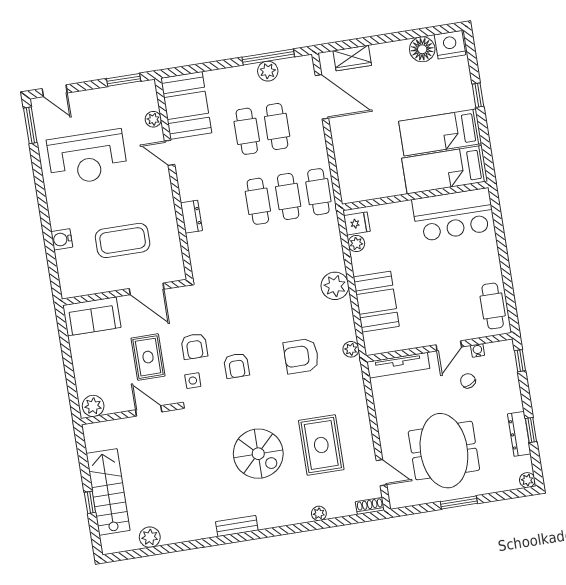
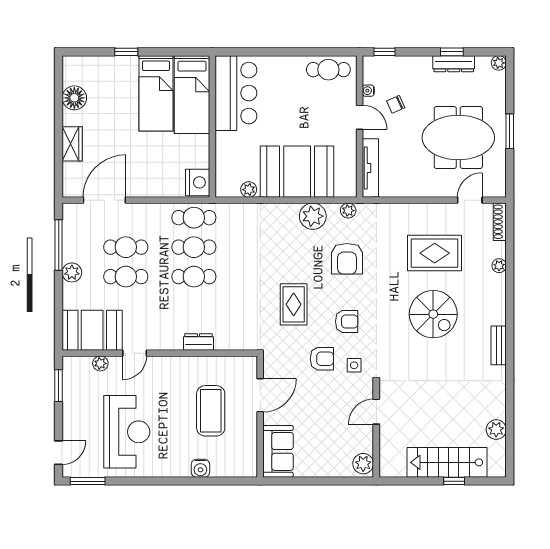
nightstand: (450, 45) -> (198, 182), moved, turned 180
wardrobe: (352, 58) -> (72, 144), moved
plant: (268, 71) -> (72, 272), moved
fridge: (357, 223) -> (230, 186), removed
plant: (335, 286) -> (313, 216), moved
booth: (376, 302) -> (297, 172), width x1.36, depth x1.42
rug: (148, 357) -> (294, 304), moved, turned 90
spiral stairs: (258, 454) -> (433, 314), turned 90
shoe rack: (370, 506) -> (500, 222), width x1.43

